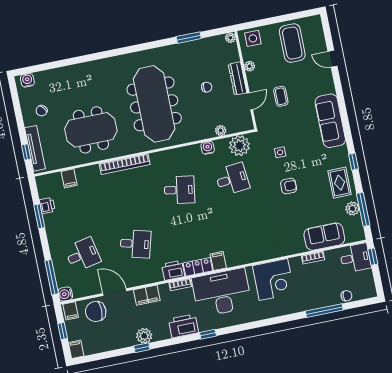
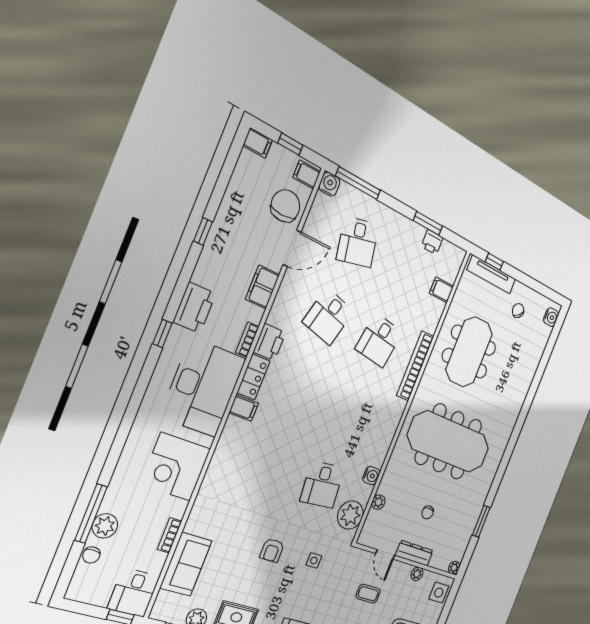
desk: (179, 190) -> (379, 340), moved
plant: (144, 336) -> (105, 526), moved

